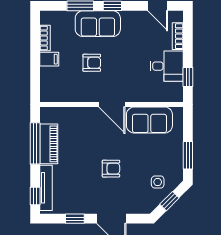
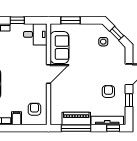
armchair: (92, 63) -> (34, 109), moved
desk: (167, 66) -> (35, 34), moved, turned 90
window: (188, 77) -> (17, 20), moved
window: (188, 155) -> (71, 20), moved
armchair: (111, 169) -> (108, 91), moved

